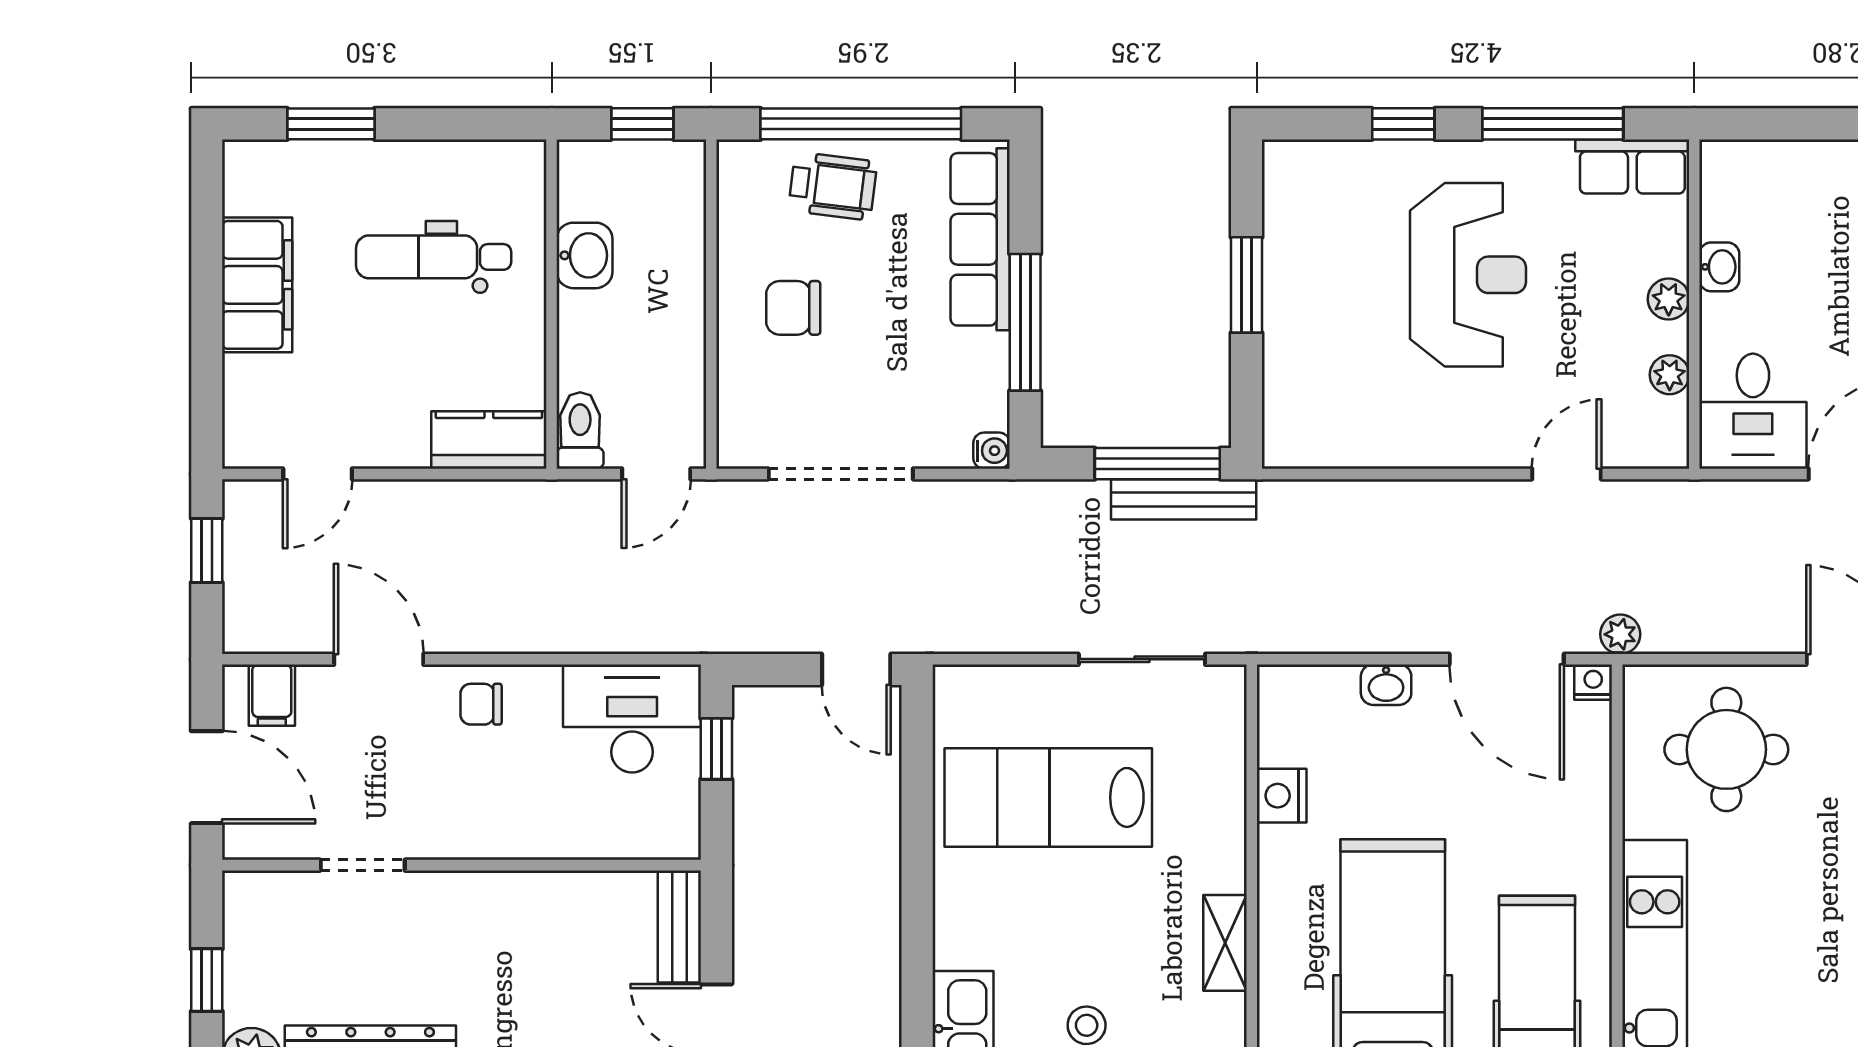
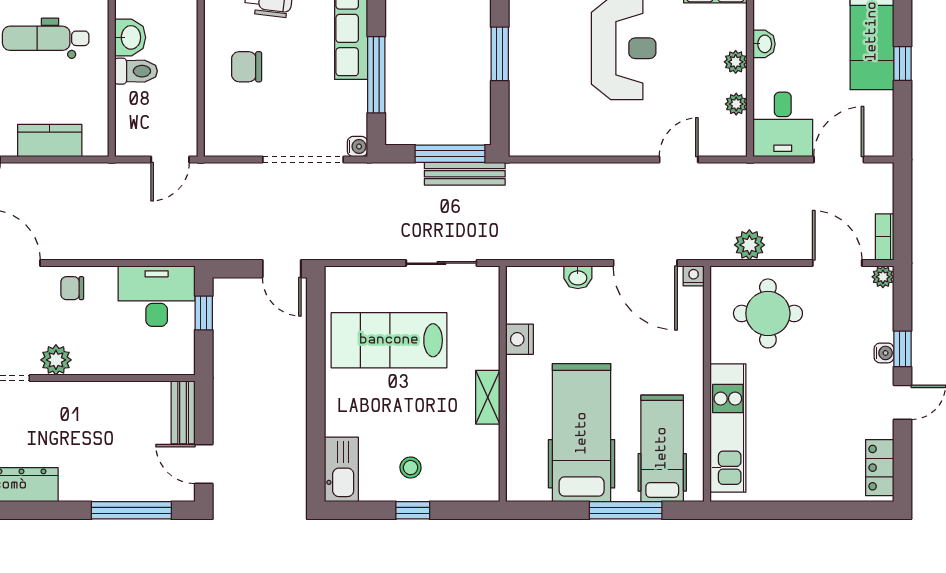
toilet: (580, 430) -> (136, 71), moved, turned 90
kitchen counter: (489, 440) -> (50, 141), moved
doorway: (841, 474) -> (303, 160), moved
plant: (1620, 634) -> (749, 245), moved, width x1.38, depth x1.38
plant: (452, 833) -> (56, 360), added
shelving: (1225, 943) -> (488, 397), moved

